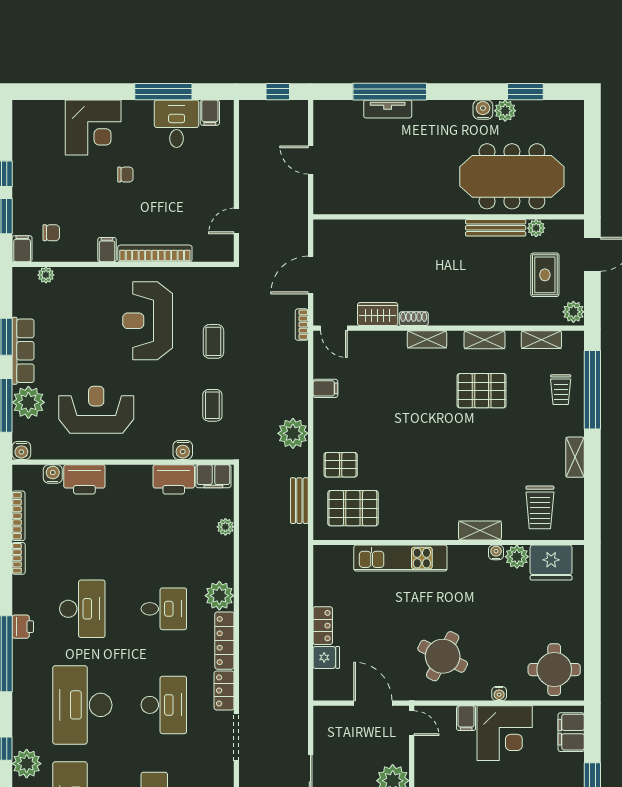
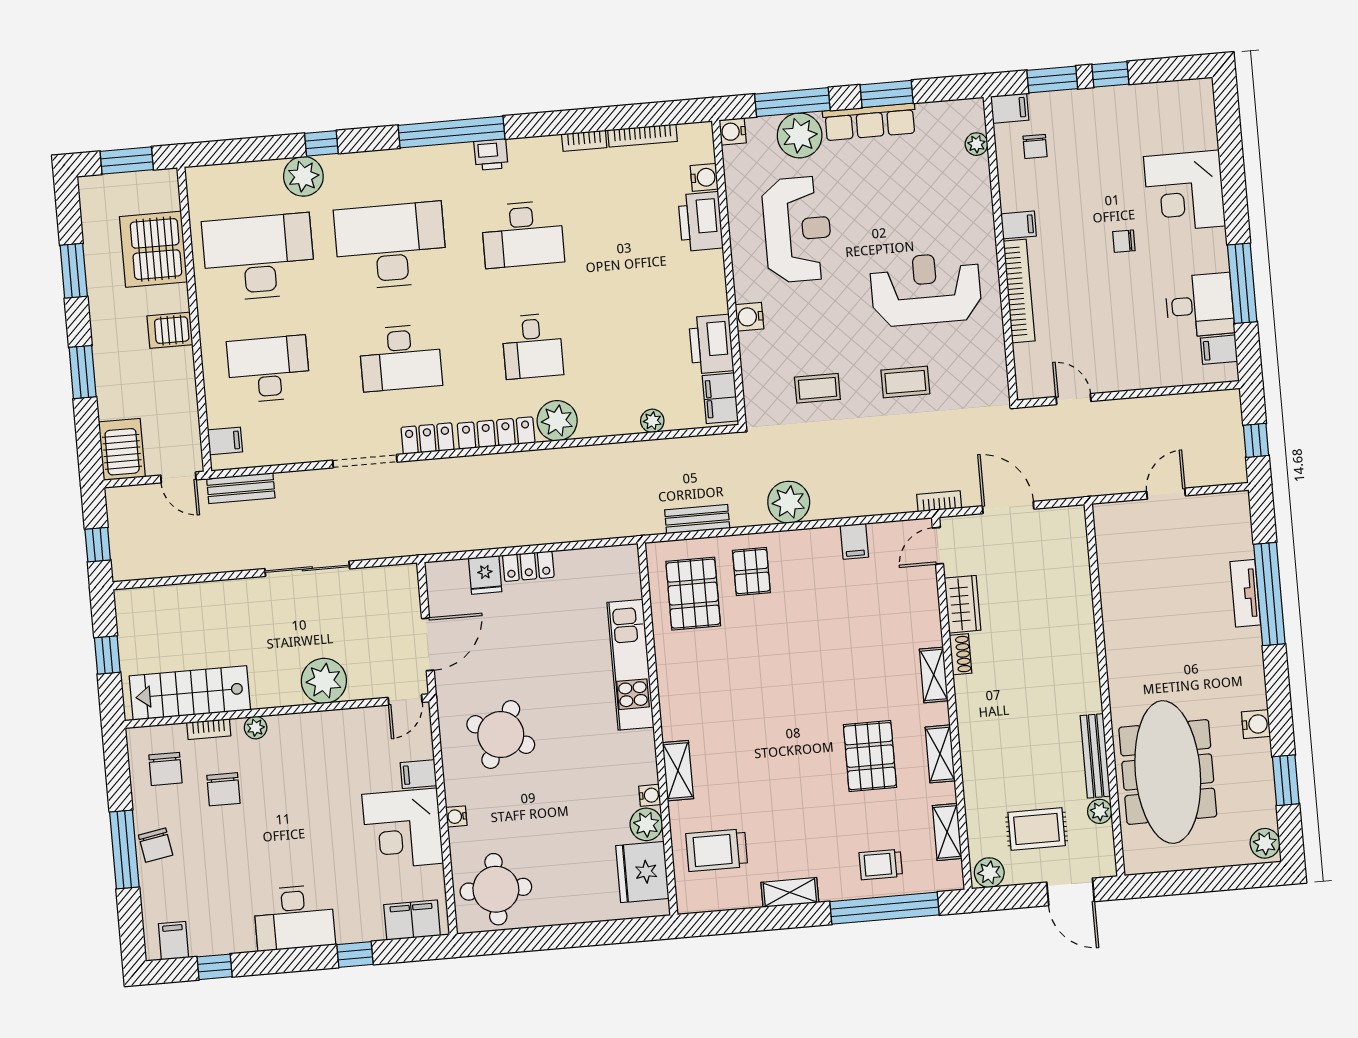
plant: (505, 111) -> (1265, 843), moved
chair: (125, 175) -> (1124, 241), turned 90
water cooler: (183, 450) -> (749, 317), moved

